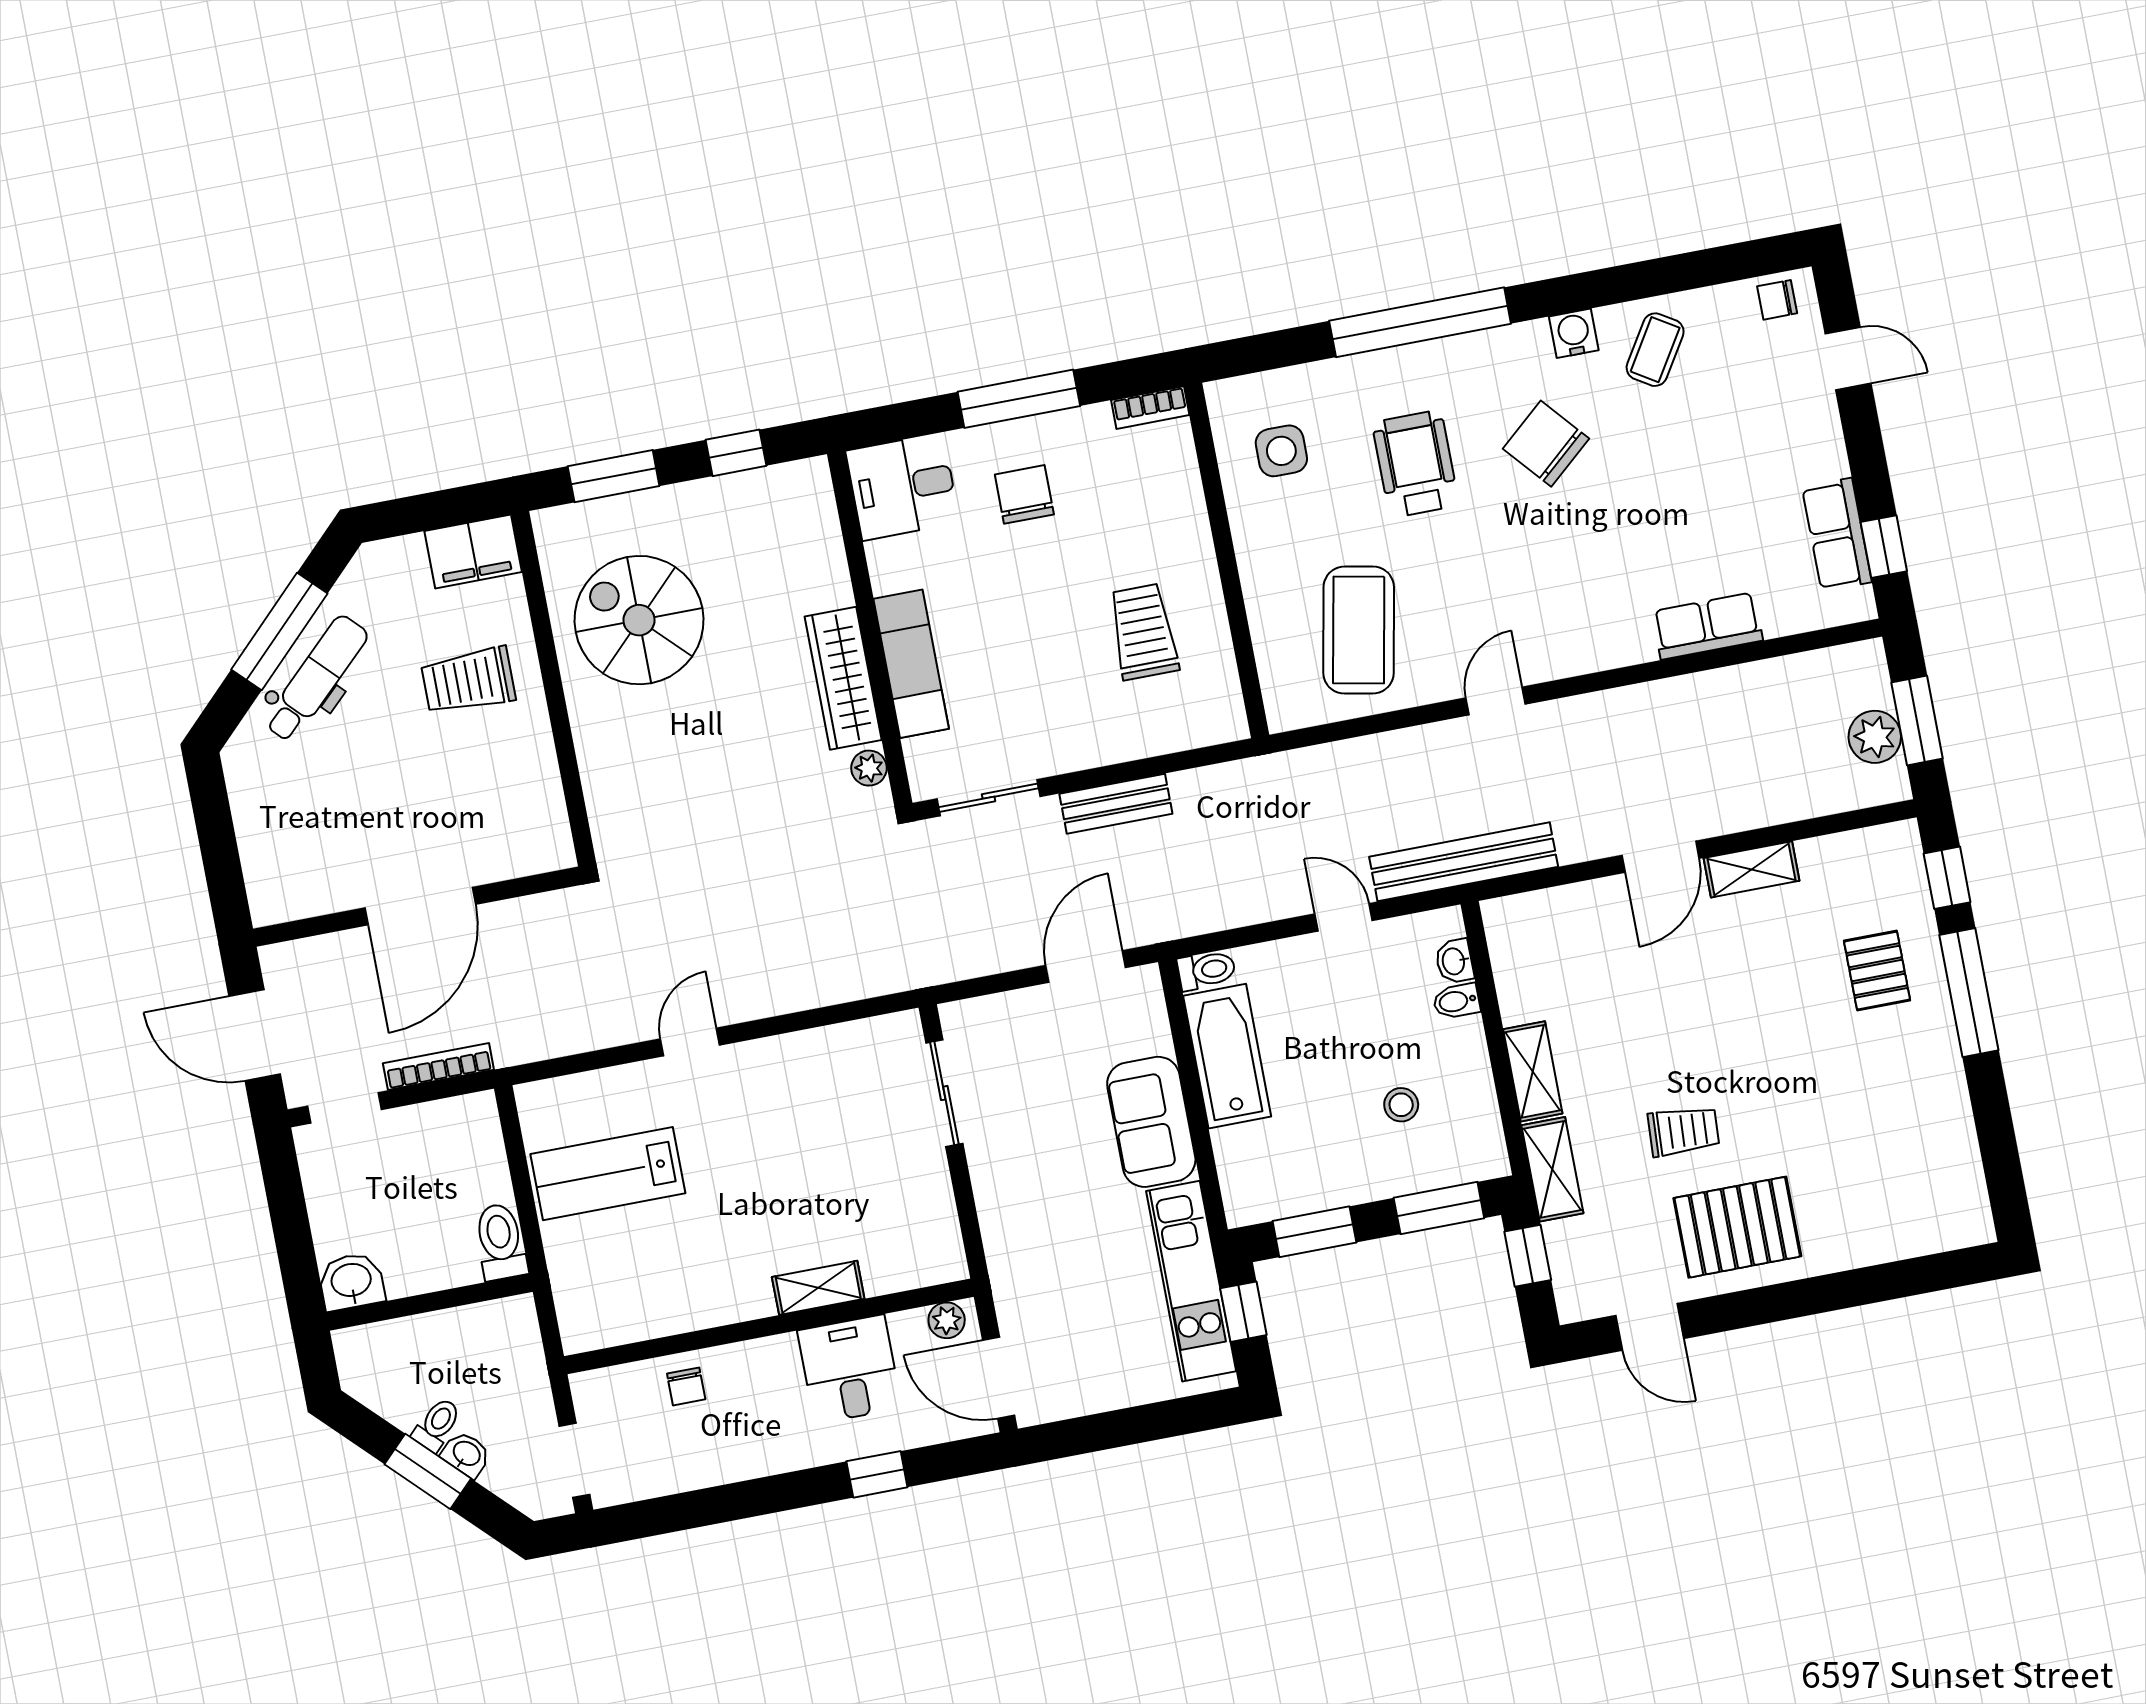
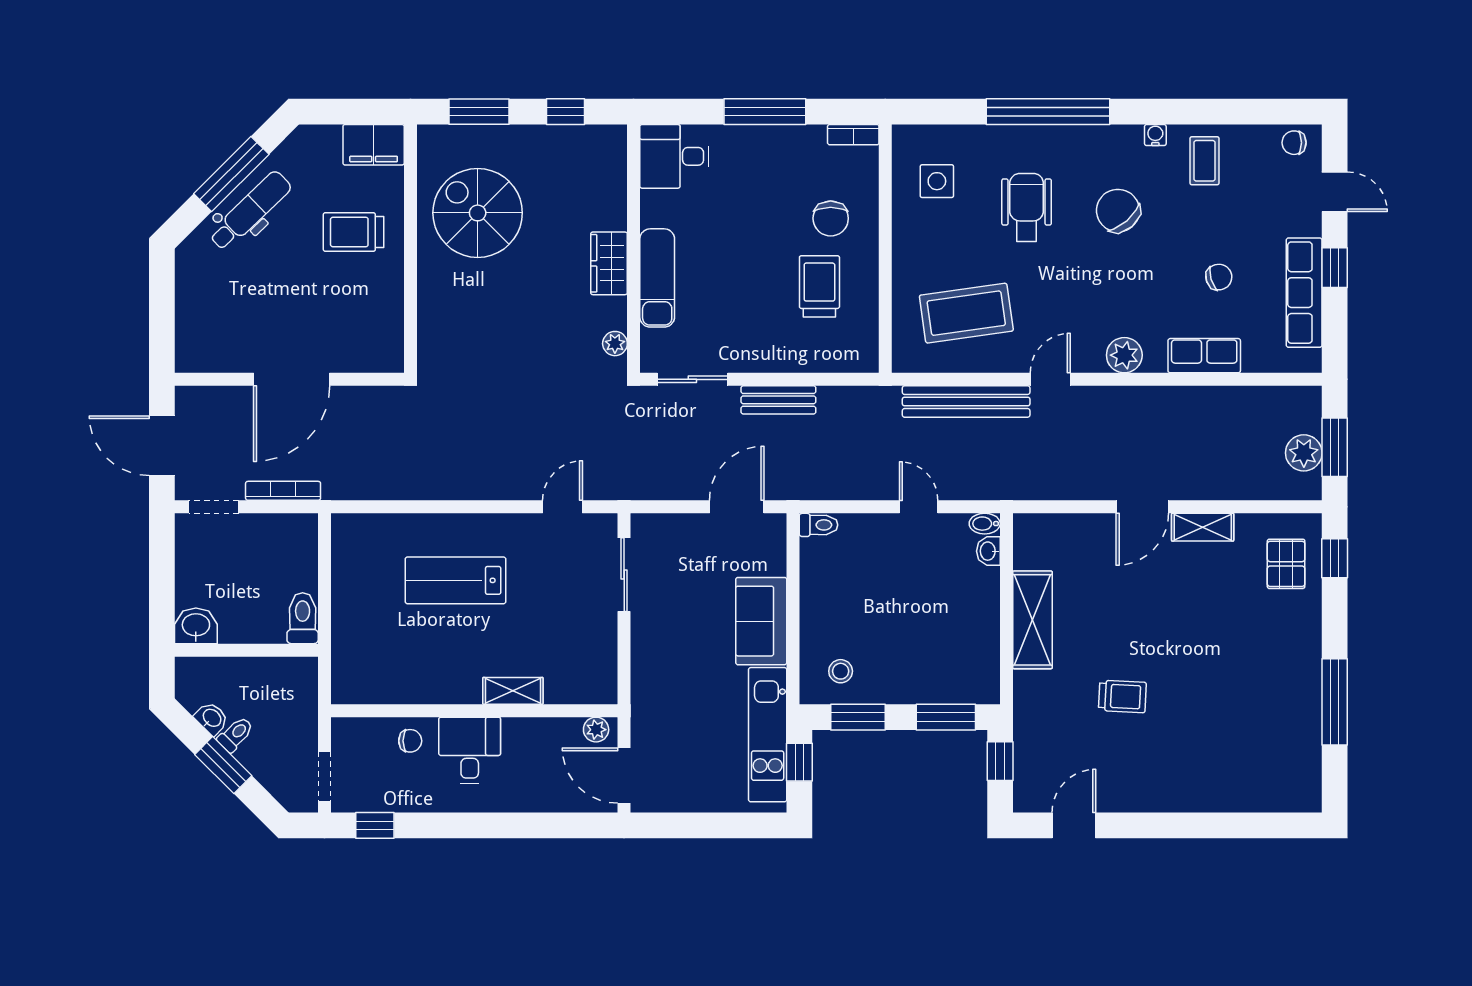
water cooler: (1574, 333) -> (1155, 135), width x0.72, depth x0.72
coffee table: (1655, 350) -> (1205, 161), turned -32
chair: (1024, 494) -> (831, 218), moved, turned 180
chair: (1707, 511) -> (1219, 277), added
row of seats: (1837, 535) -> (1304, 293), width x1.48
window: (1884, 547) -> (1335, 268), moved
coffee table: (1359, 630) -> (966, 313), turned 71
plant: (1594, 647) -> (1124, 355), added
wardrobe: (843, 678) -> (609, 263), width x0.67
bench: (1464, 862) -> (966, 401), moved
pallet: (1877, 971) -> (1286, 564), moved
window: (1969, 993) -> (1335, 702), moved
bidet: (1456, 1001) -> (985, 524), moved
door: (690, 1042) -> (563, 507), moved
bathtub: (1227, 1056) -> (821, 586), removed
shelving: (1533, 1071) -> (1032, 620), width x1.50, depth x1.33
stool: (1401, 1105) -> (841, 671), moved
shelving: (1552, 1169) -> (1028, 705), removed
lab bench: (608, 1174) -> (455, 580), moved
pallet: (1737, 1227) -> (1147, 769), removed
door: (1650, 1327) -> (1074, 825), swing flipped
desk: (850, 1369) -> (470, 750), moved
chair: (686, 1386) -> (410, 741), turned -90
washbasin: (466, 1454) -> (212, 718), moved
window: (877, 1474) -> (375, 825), moved

